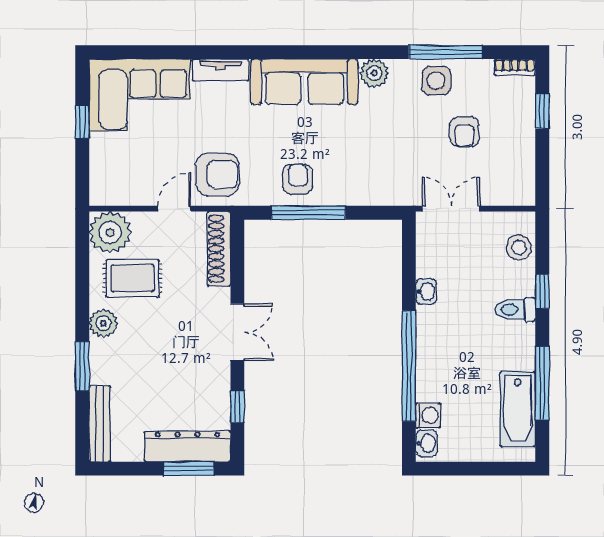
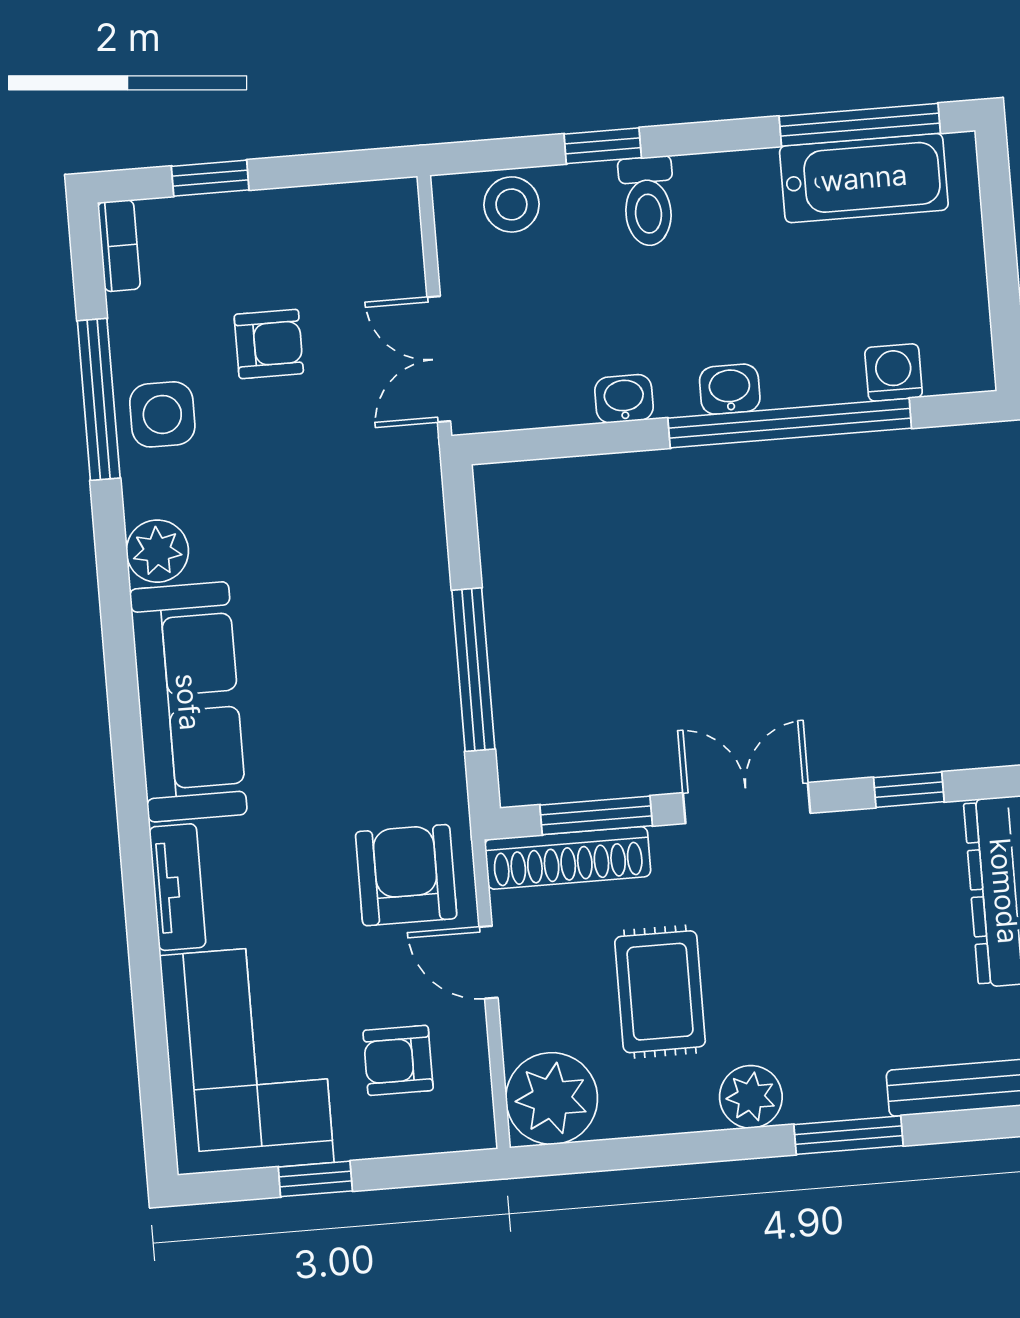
armchair: (298, 179) -> (398, 1060), moved
window: (237, 263) -> (596, 815), added
rug: (132, 278) -> (660, 992), moved
window: (542, 383) -> (860, 125), moved
washbasin: (427, 443) -> (730, 389), moved

